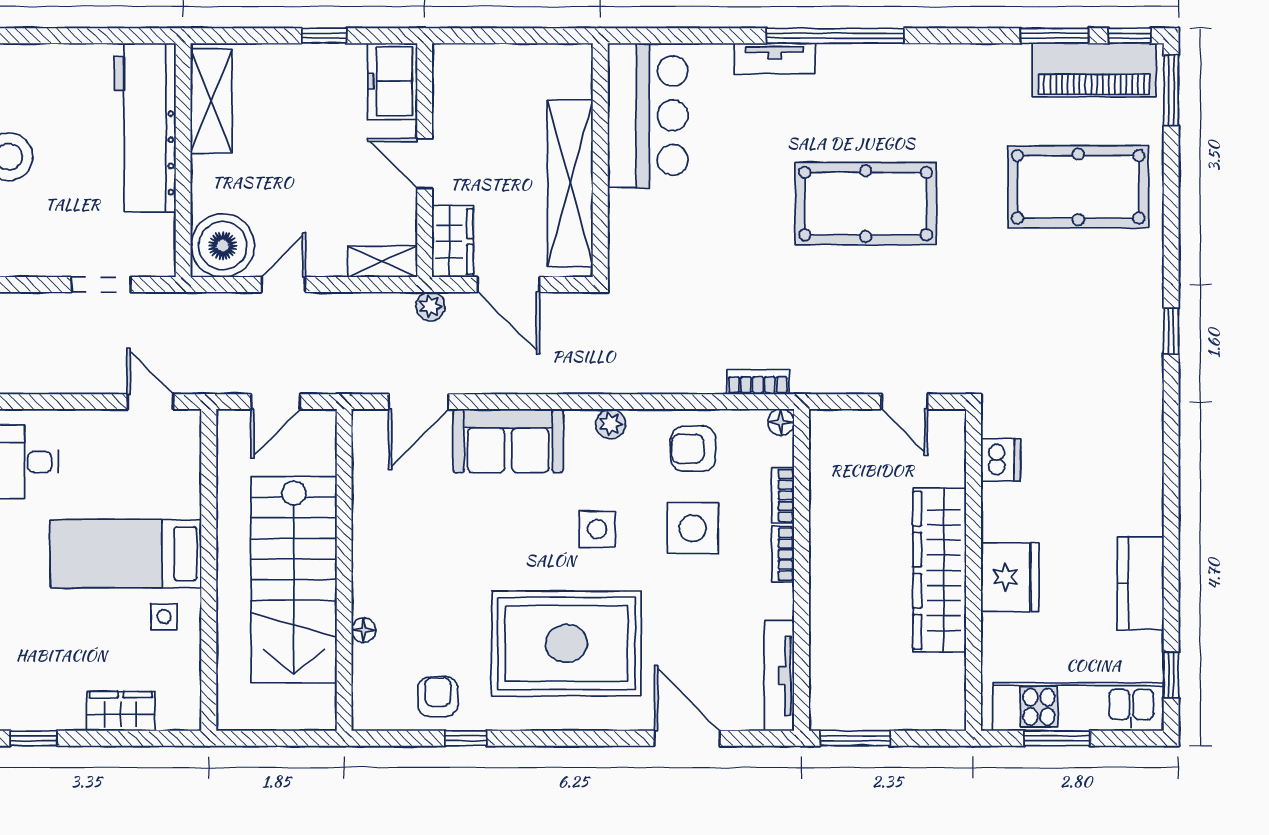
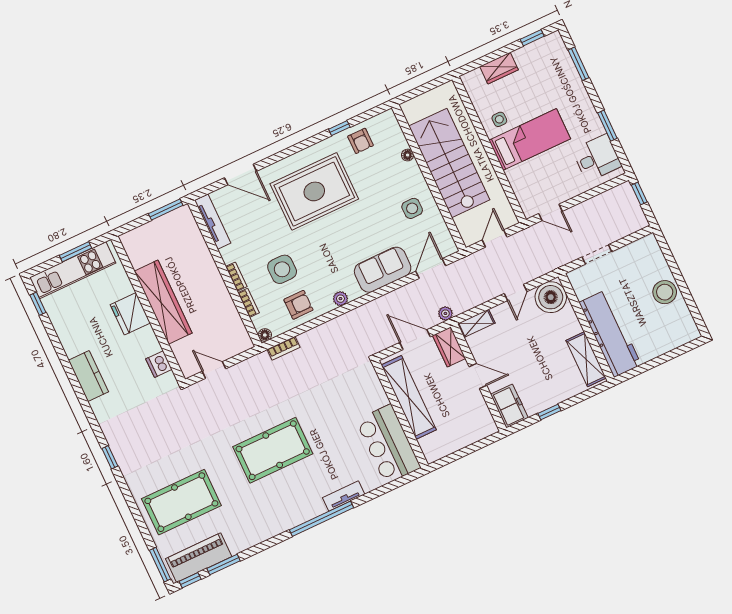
side table: (597, 529) -> (412, 208), moved
kitchen counter: (1140, 583) -> (88, 376), moved

